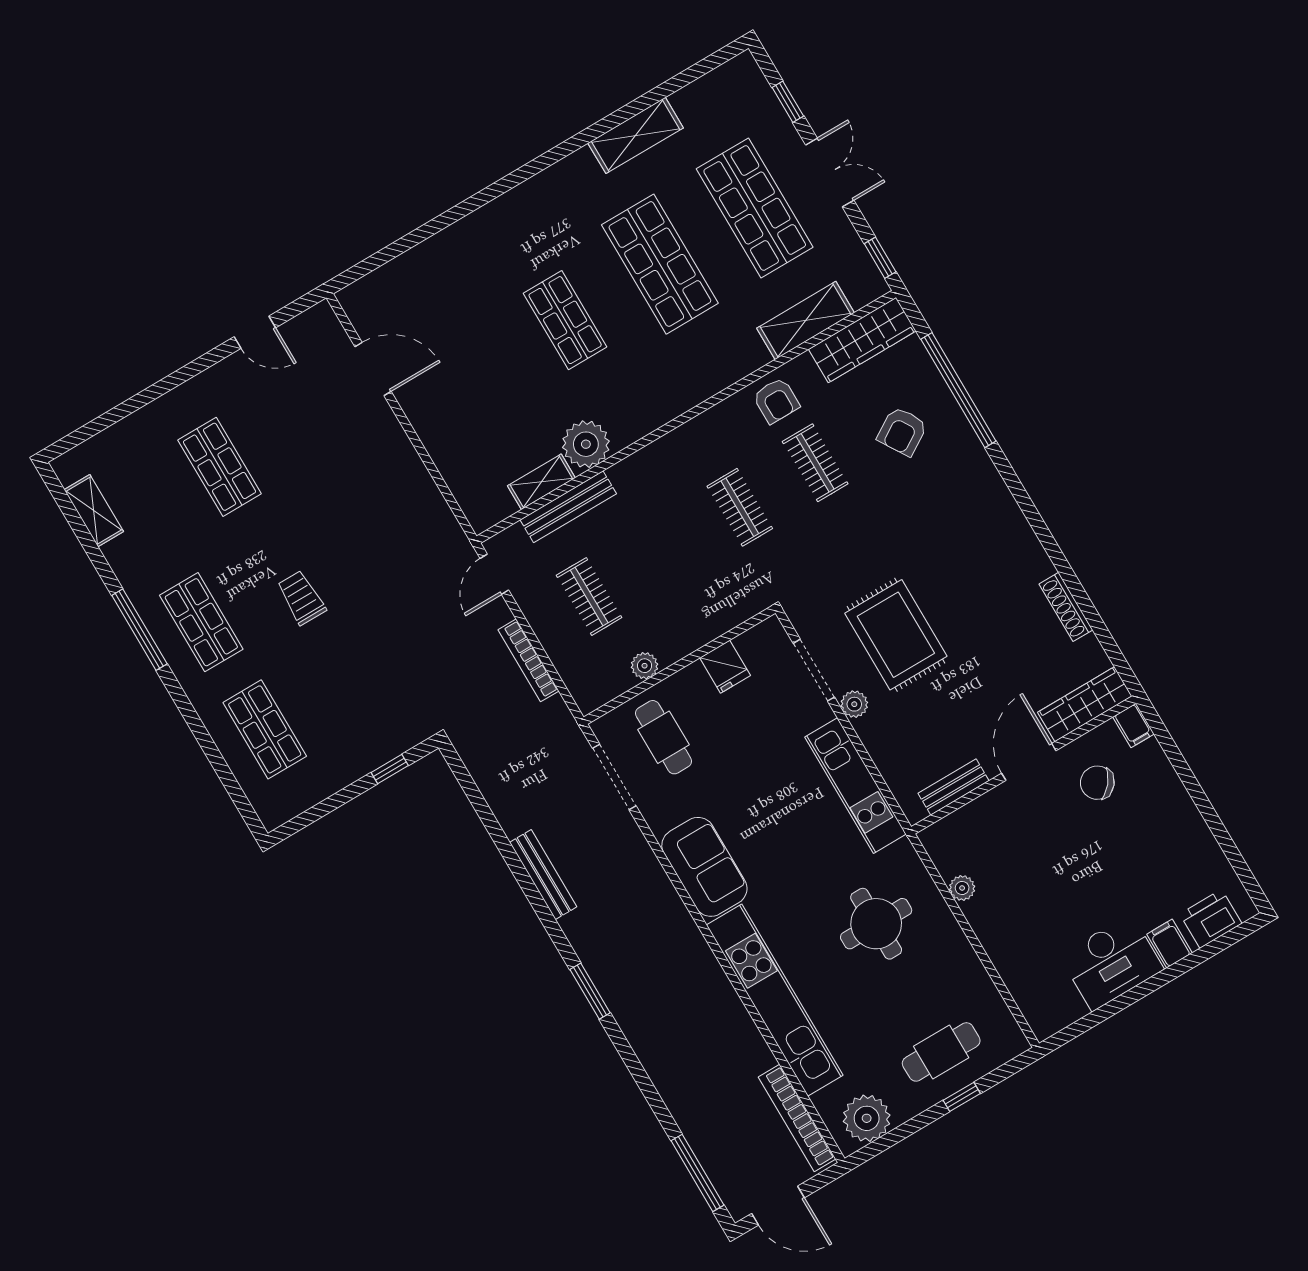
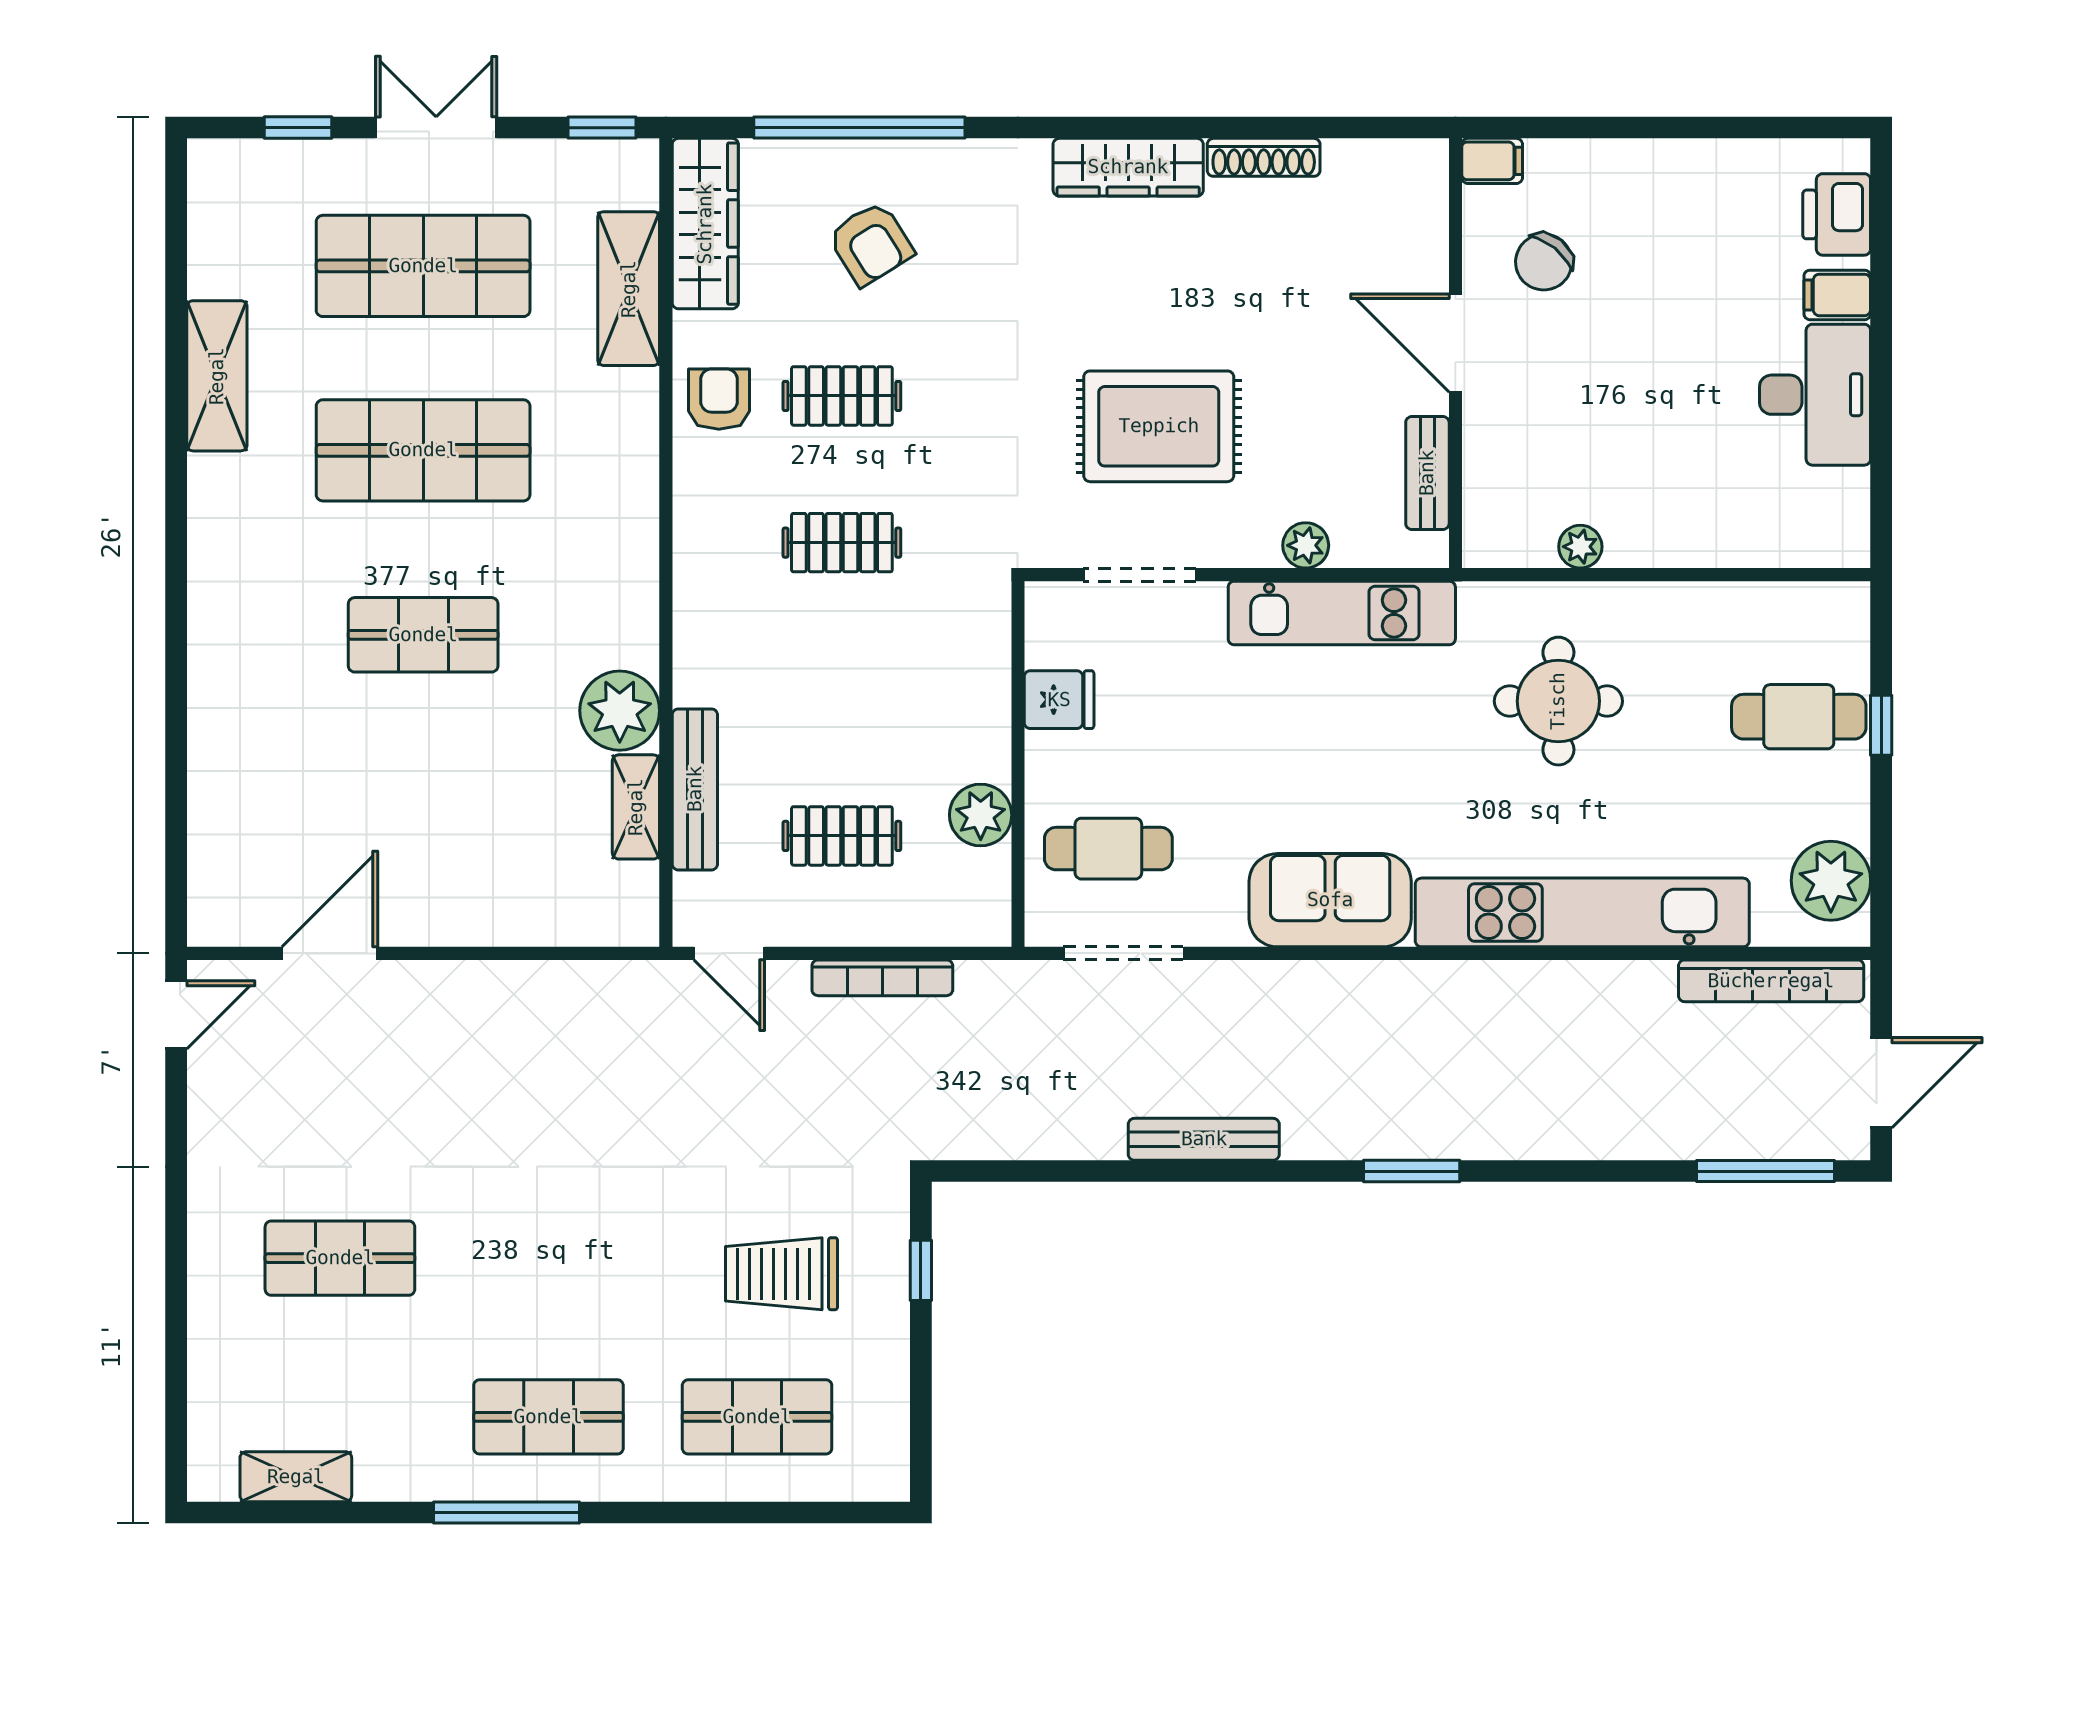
door: (255, 332) -> (176, 1015), moved
armchair: (776, 400) -> (719, 399), turned -90
trolley: (301, 598) -> (782, 1274), moved, width x1.36, depth x1.39
plant: (645, 666) -> (981, 815), width x1.38, depth x1.38
plant: (854, 704) -> (1306, 545), moved
wardrobe: (1085, 704) -> (1128, 167), moved, turned -90
cafe table: (941, 1052) -> (1799, 717), turned 90

